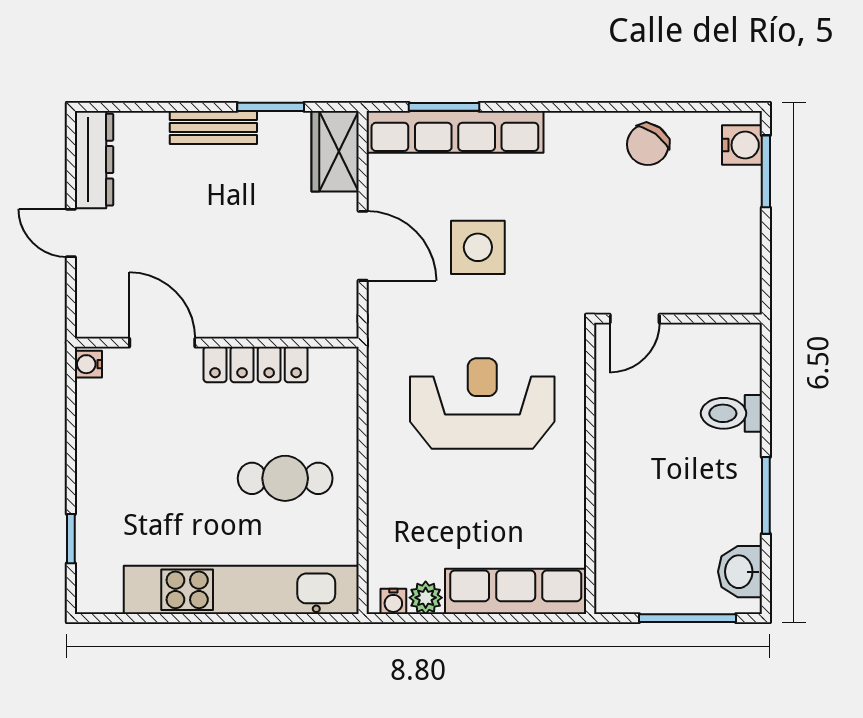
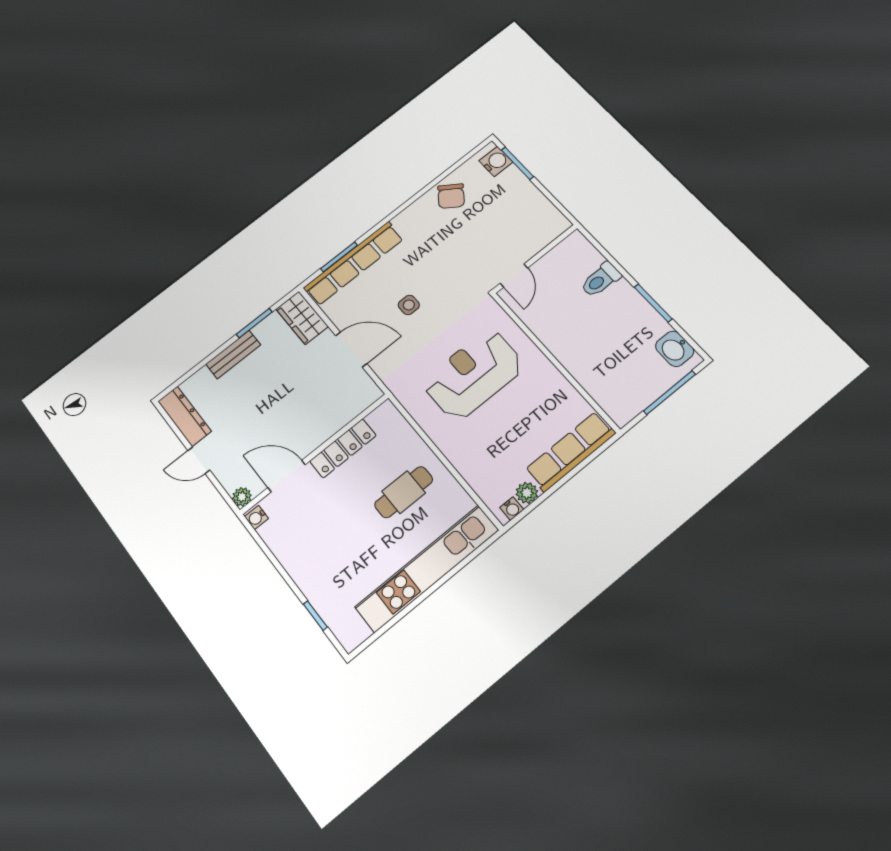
side table: (478, 247) -> (409, 305), width x0.54, depth x0.54
plant: (90, 324) -> (242, 497), added

